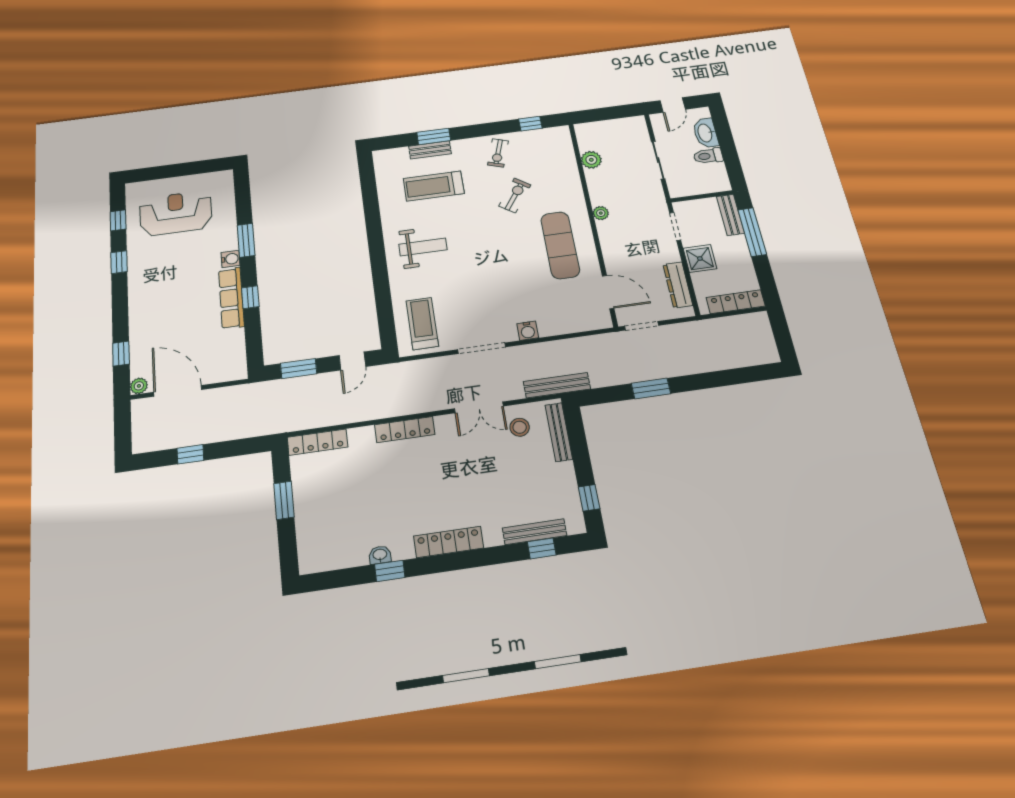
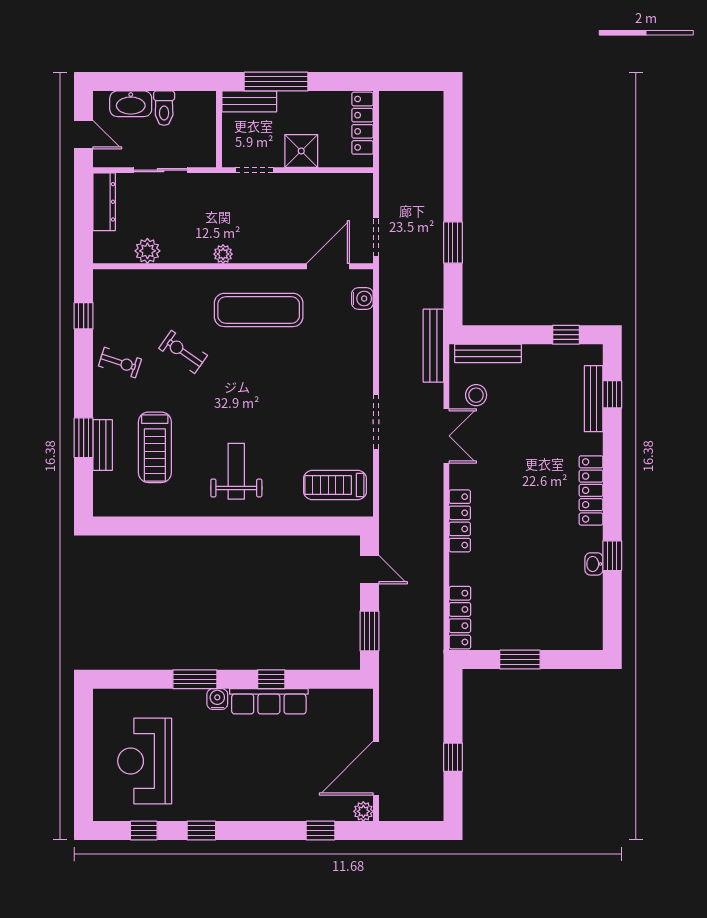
dresser: (678, 285) -> (104, 202), moved, turned -90
water cooler: (528, 331) -> (362, 298), moved

